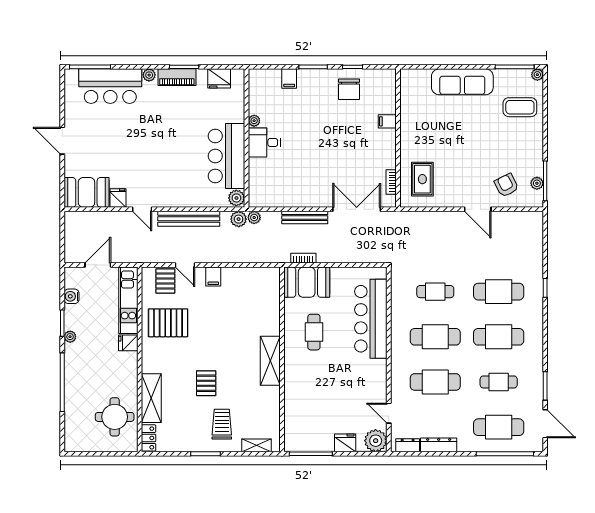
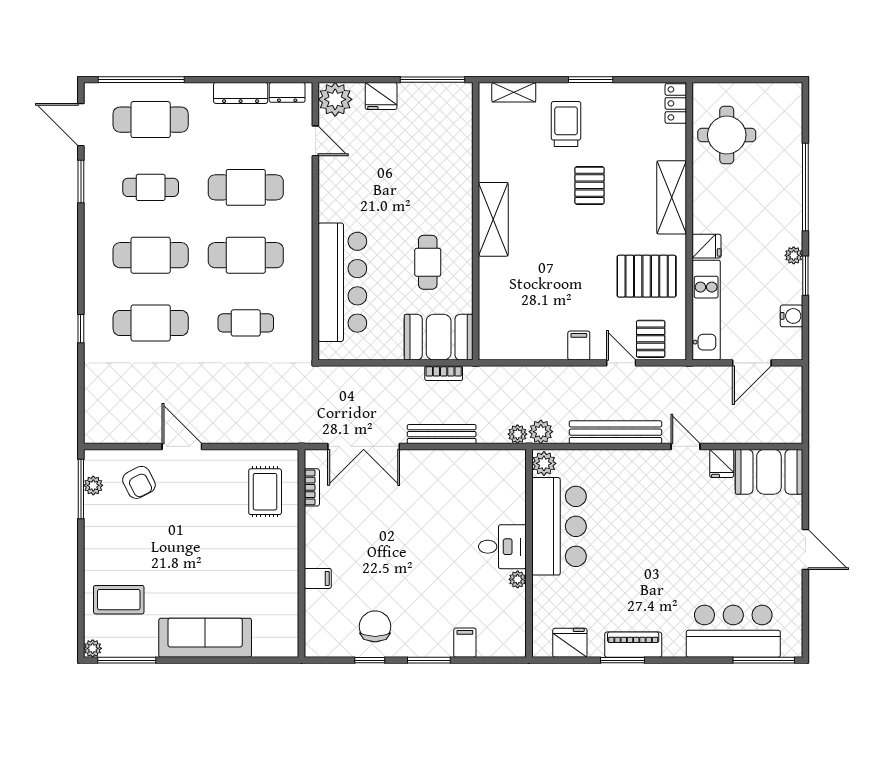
plant: (149, 75) -> (675, 648), removed
shelving: (151, 398) -> (672, 197), moved
trolley: (222, 424) -> (566, 124), turned 180

